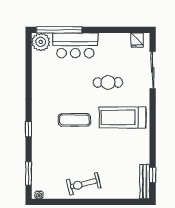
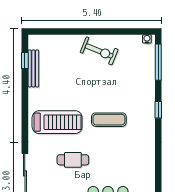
window: (29, 173) -> (158, 62), width x1.44
bench: (145, 182) -> (33, 68), moved
exercise bike: (84, 184) -> (99, 51), turned 36

